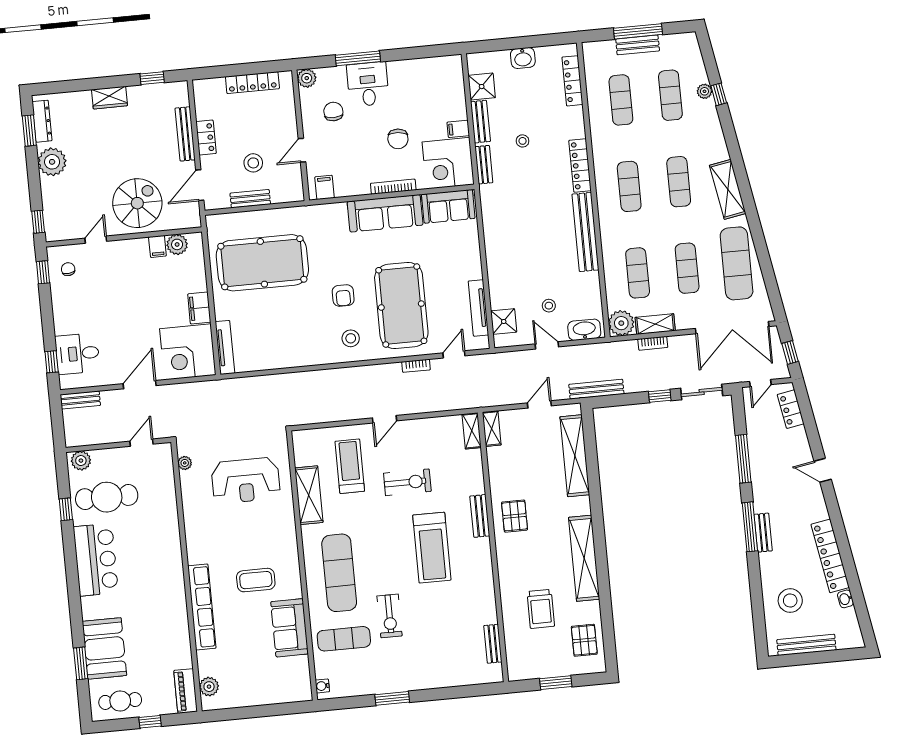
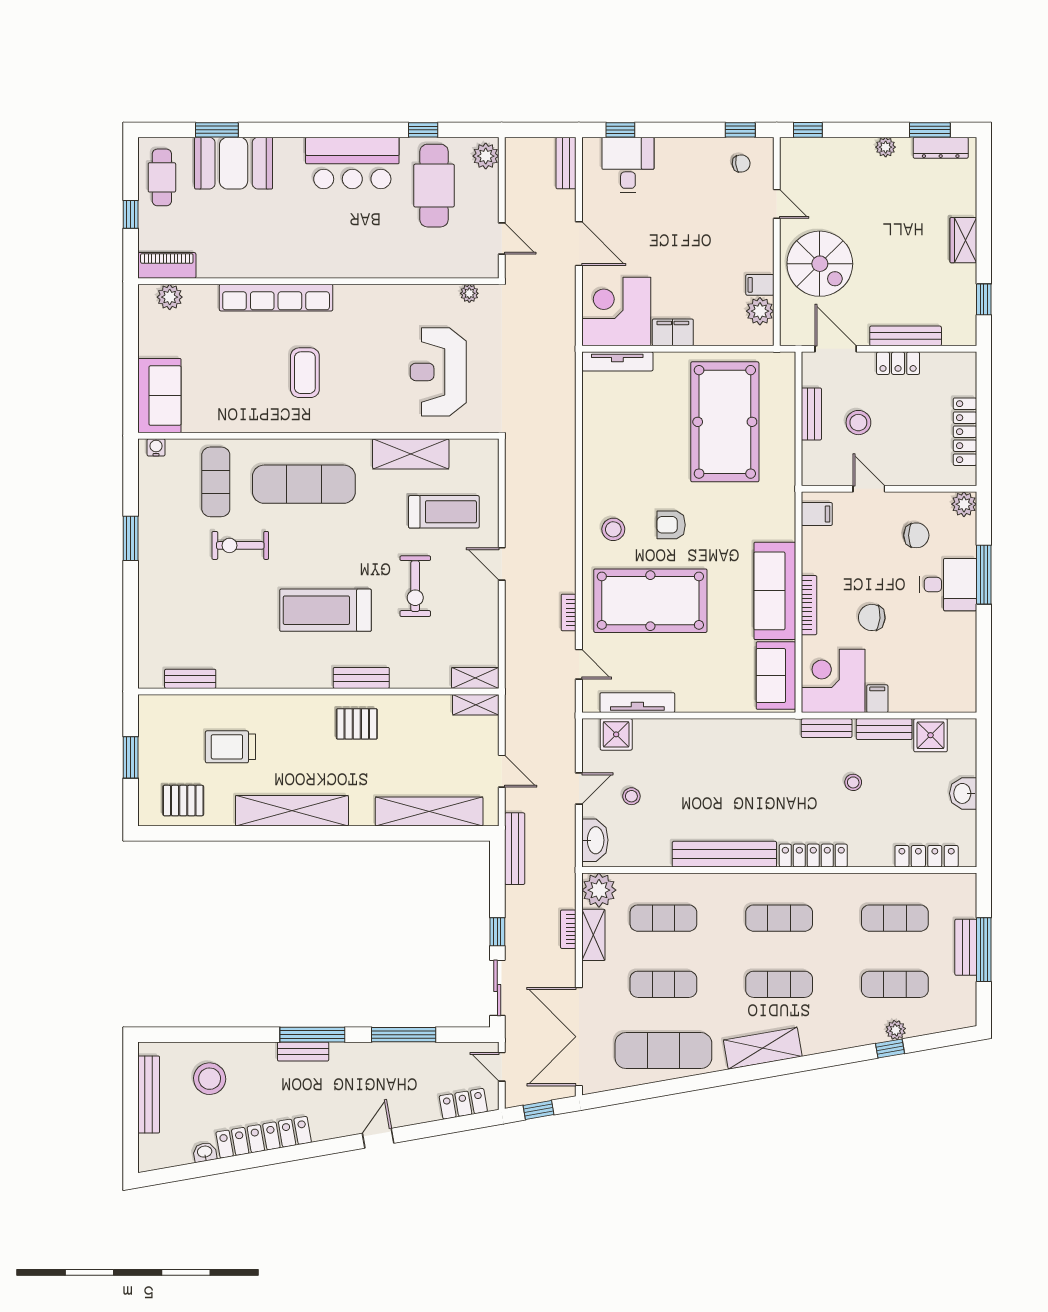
plant: (52, 162) -> (886, 147), width x0.53, depth x0.53
sofa: (290, 628) -> (159, 396), moved, turned 90

